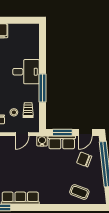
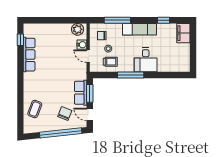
water cooler: (42, 141) -> (82, 45), moved

